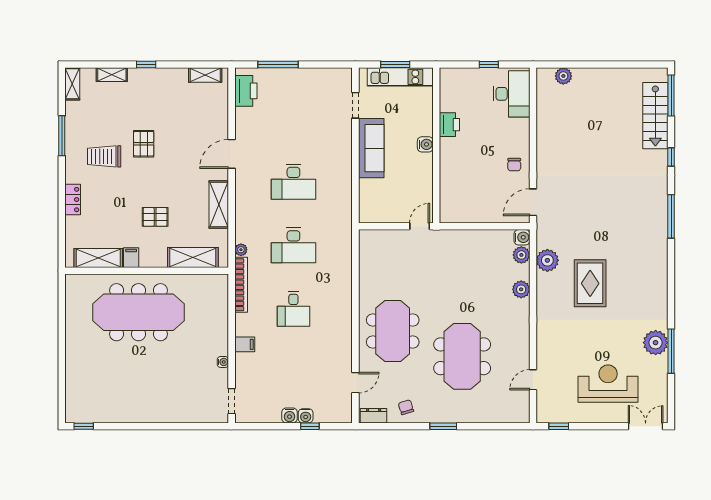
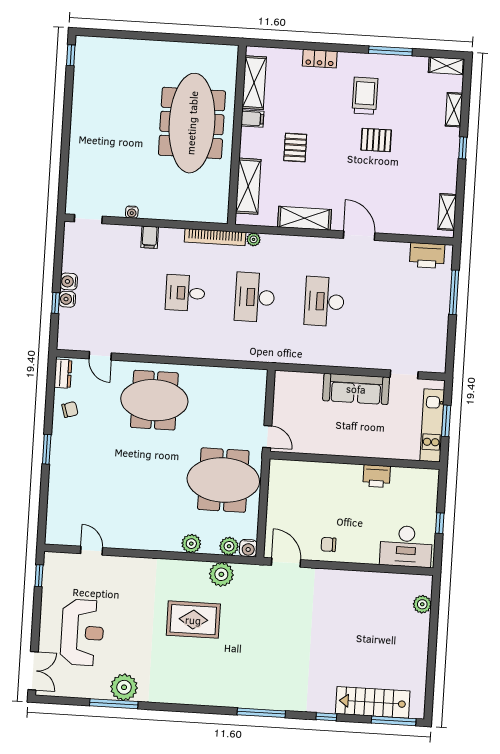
water cooler: (425, 144) -> (357, 448), removed
meeting table: (462, 356) -> (223, 480), moved

